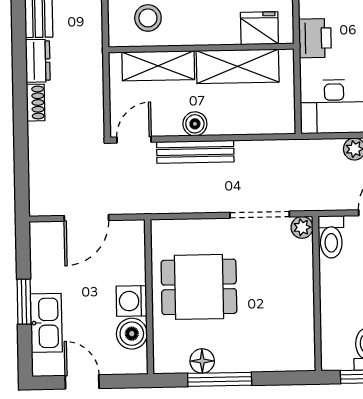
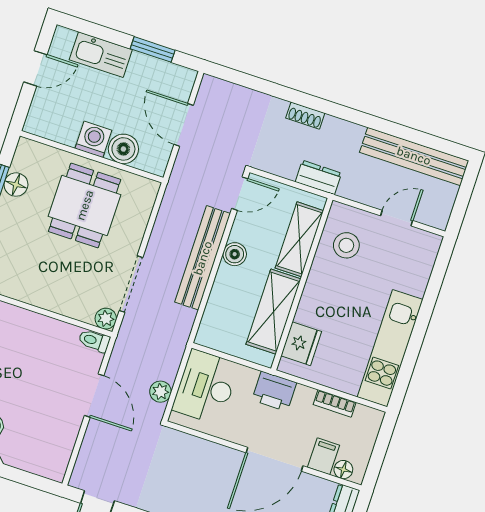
dresser: (38, 61) -> (318, 178), moved, turned 180
door: (134, 140) -> (240, 194), hinge flipped
bench: (195, 152) -> (203, 258), width x1.37, depth x1.21
toilet: (331, 237) -> (94, 341), width x0.73, depth x0.72
window: (24, 302) -> (153, 49), moved
boiler: (132, 334) -> (123, 149), moved

